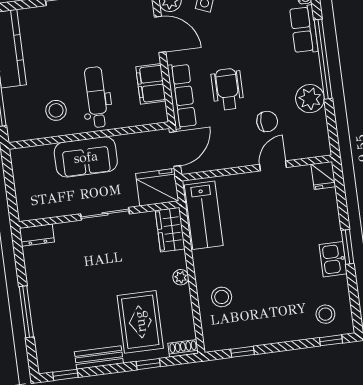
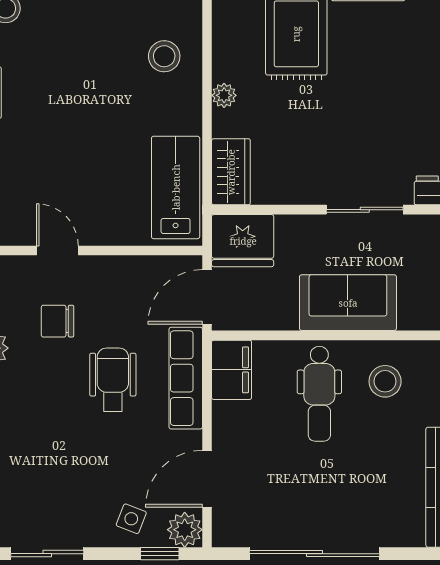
door: (160, 34) -> (207, 479), hinge flipped
filing cabinet: (151, 84) -> (232, 370), moved
wheelchair: (227, 89) -> (113, 380), turned 180
door: (273, 166) -> (57, 251), swing flipped
sliding door: (105, 214) -> (365, 210), moved

